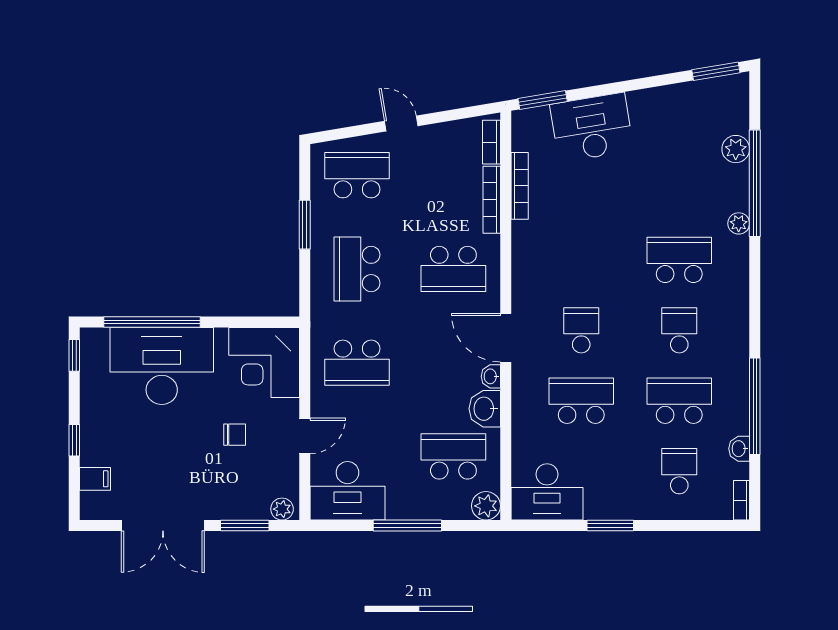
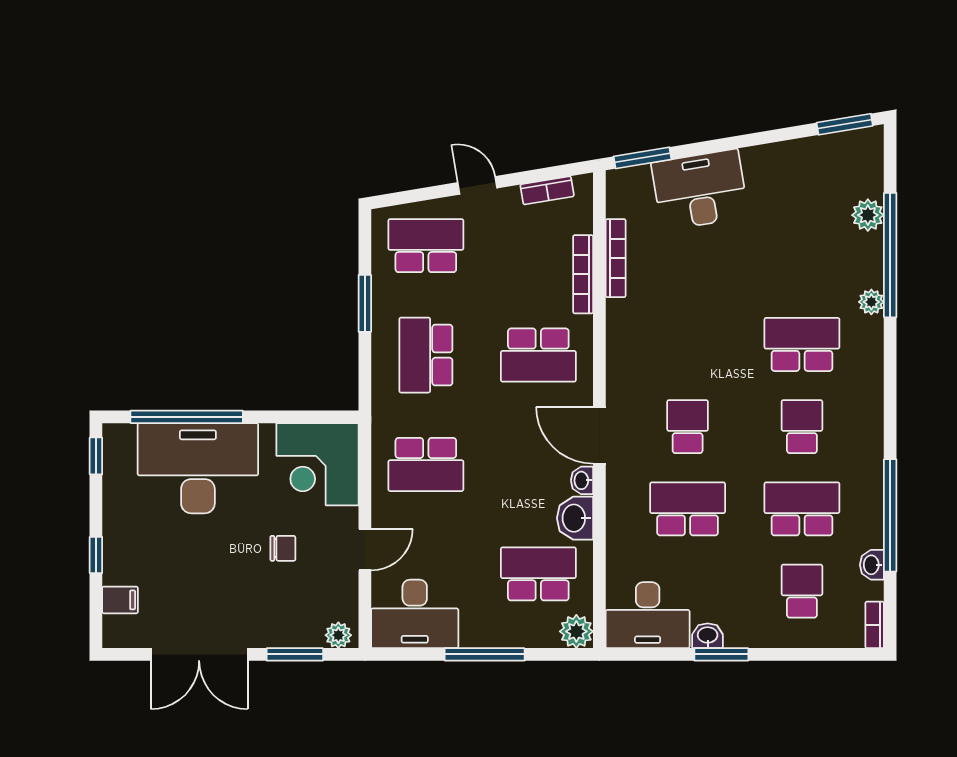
bookcase: (492, 142) -> (547, 190), moved, turned -99
washbasin: (598, 509) -> (708, 636), added

